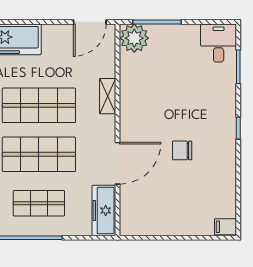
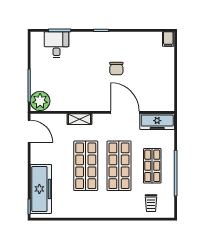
desk: (219, 43) -> (57, 45), moved, turned 90

